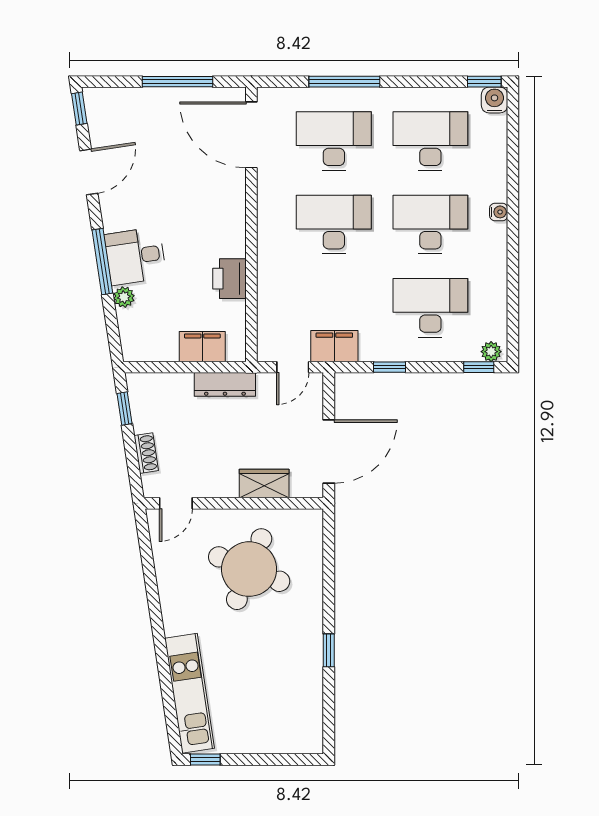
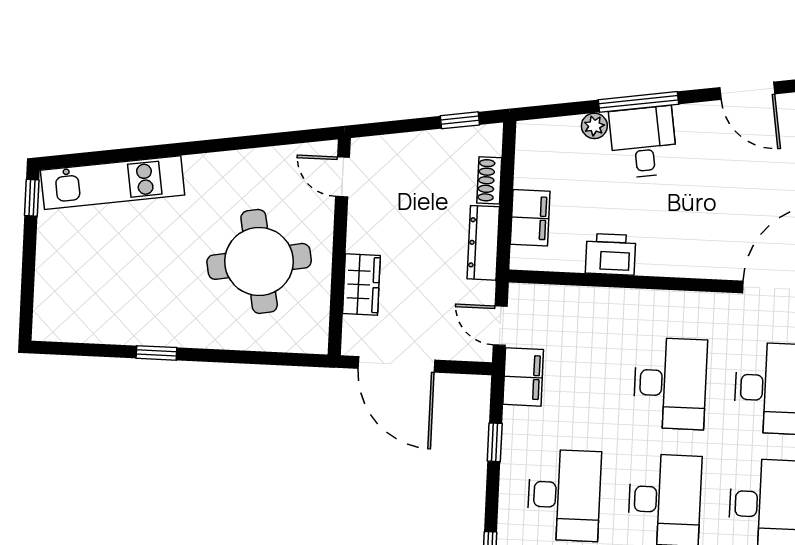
shoe rack: (146, 453) -> (489, 180), moved, turned 99
round table: (249, 569) -> (259, 261), turned -32

